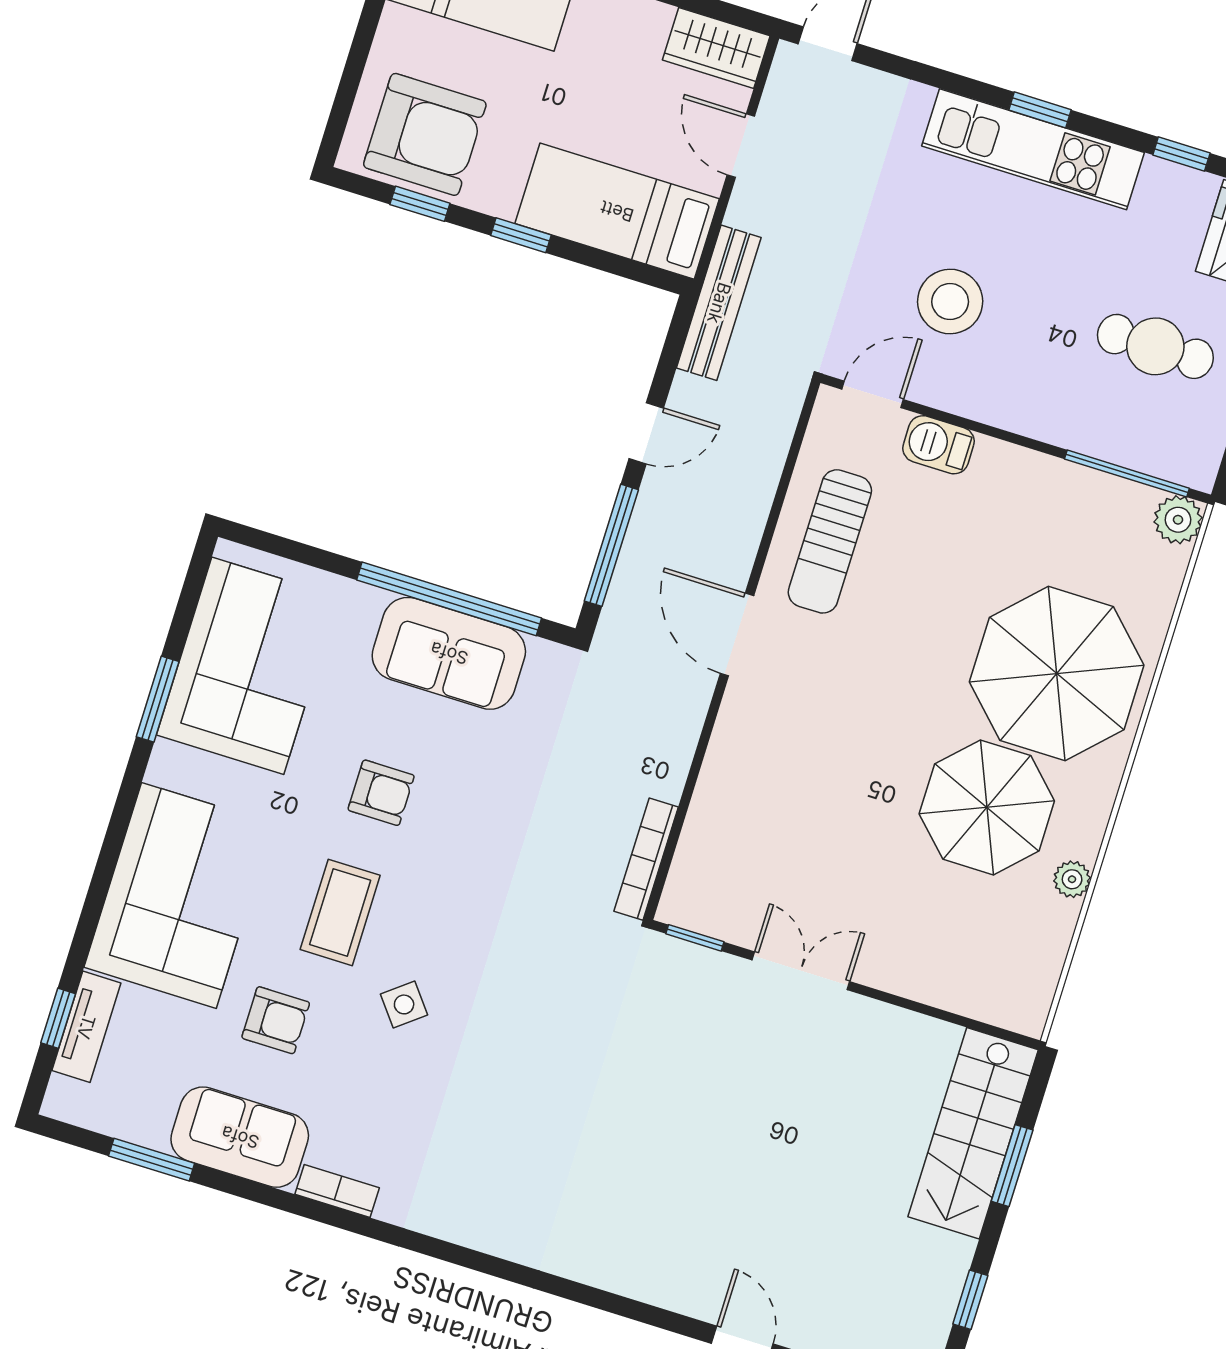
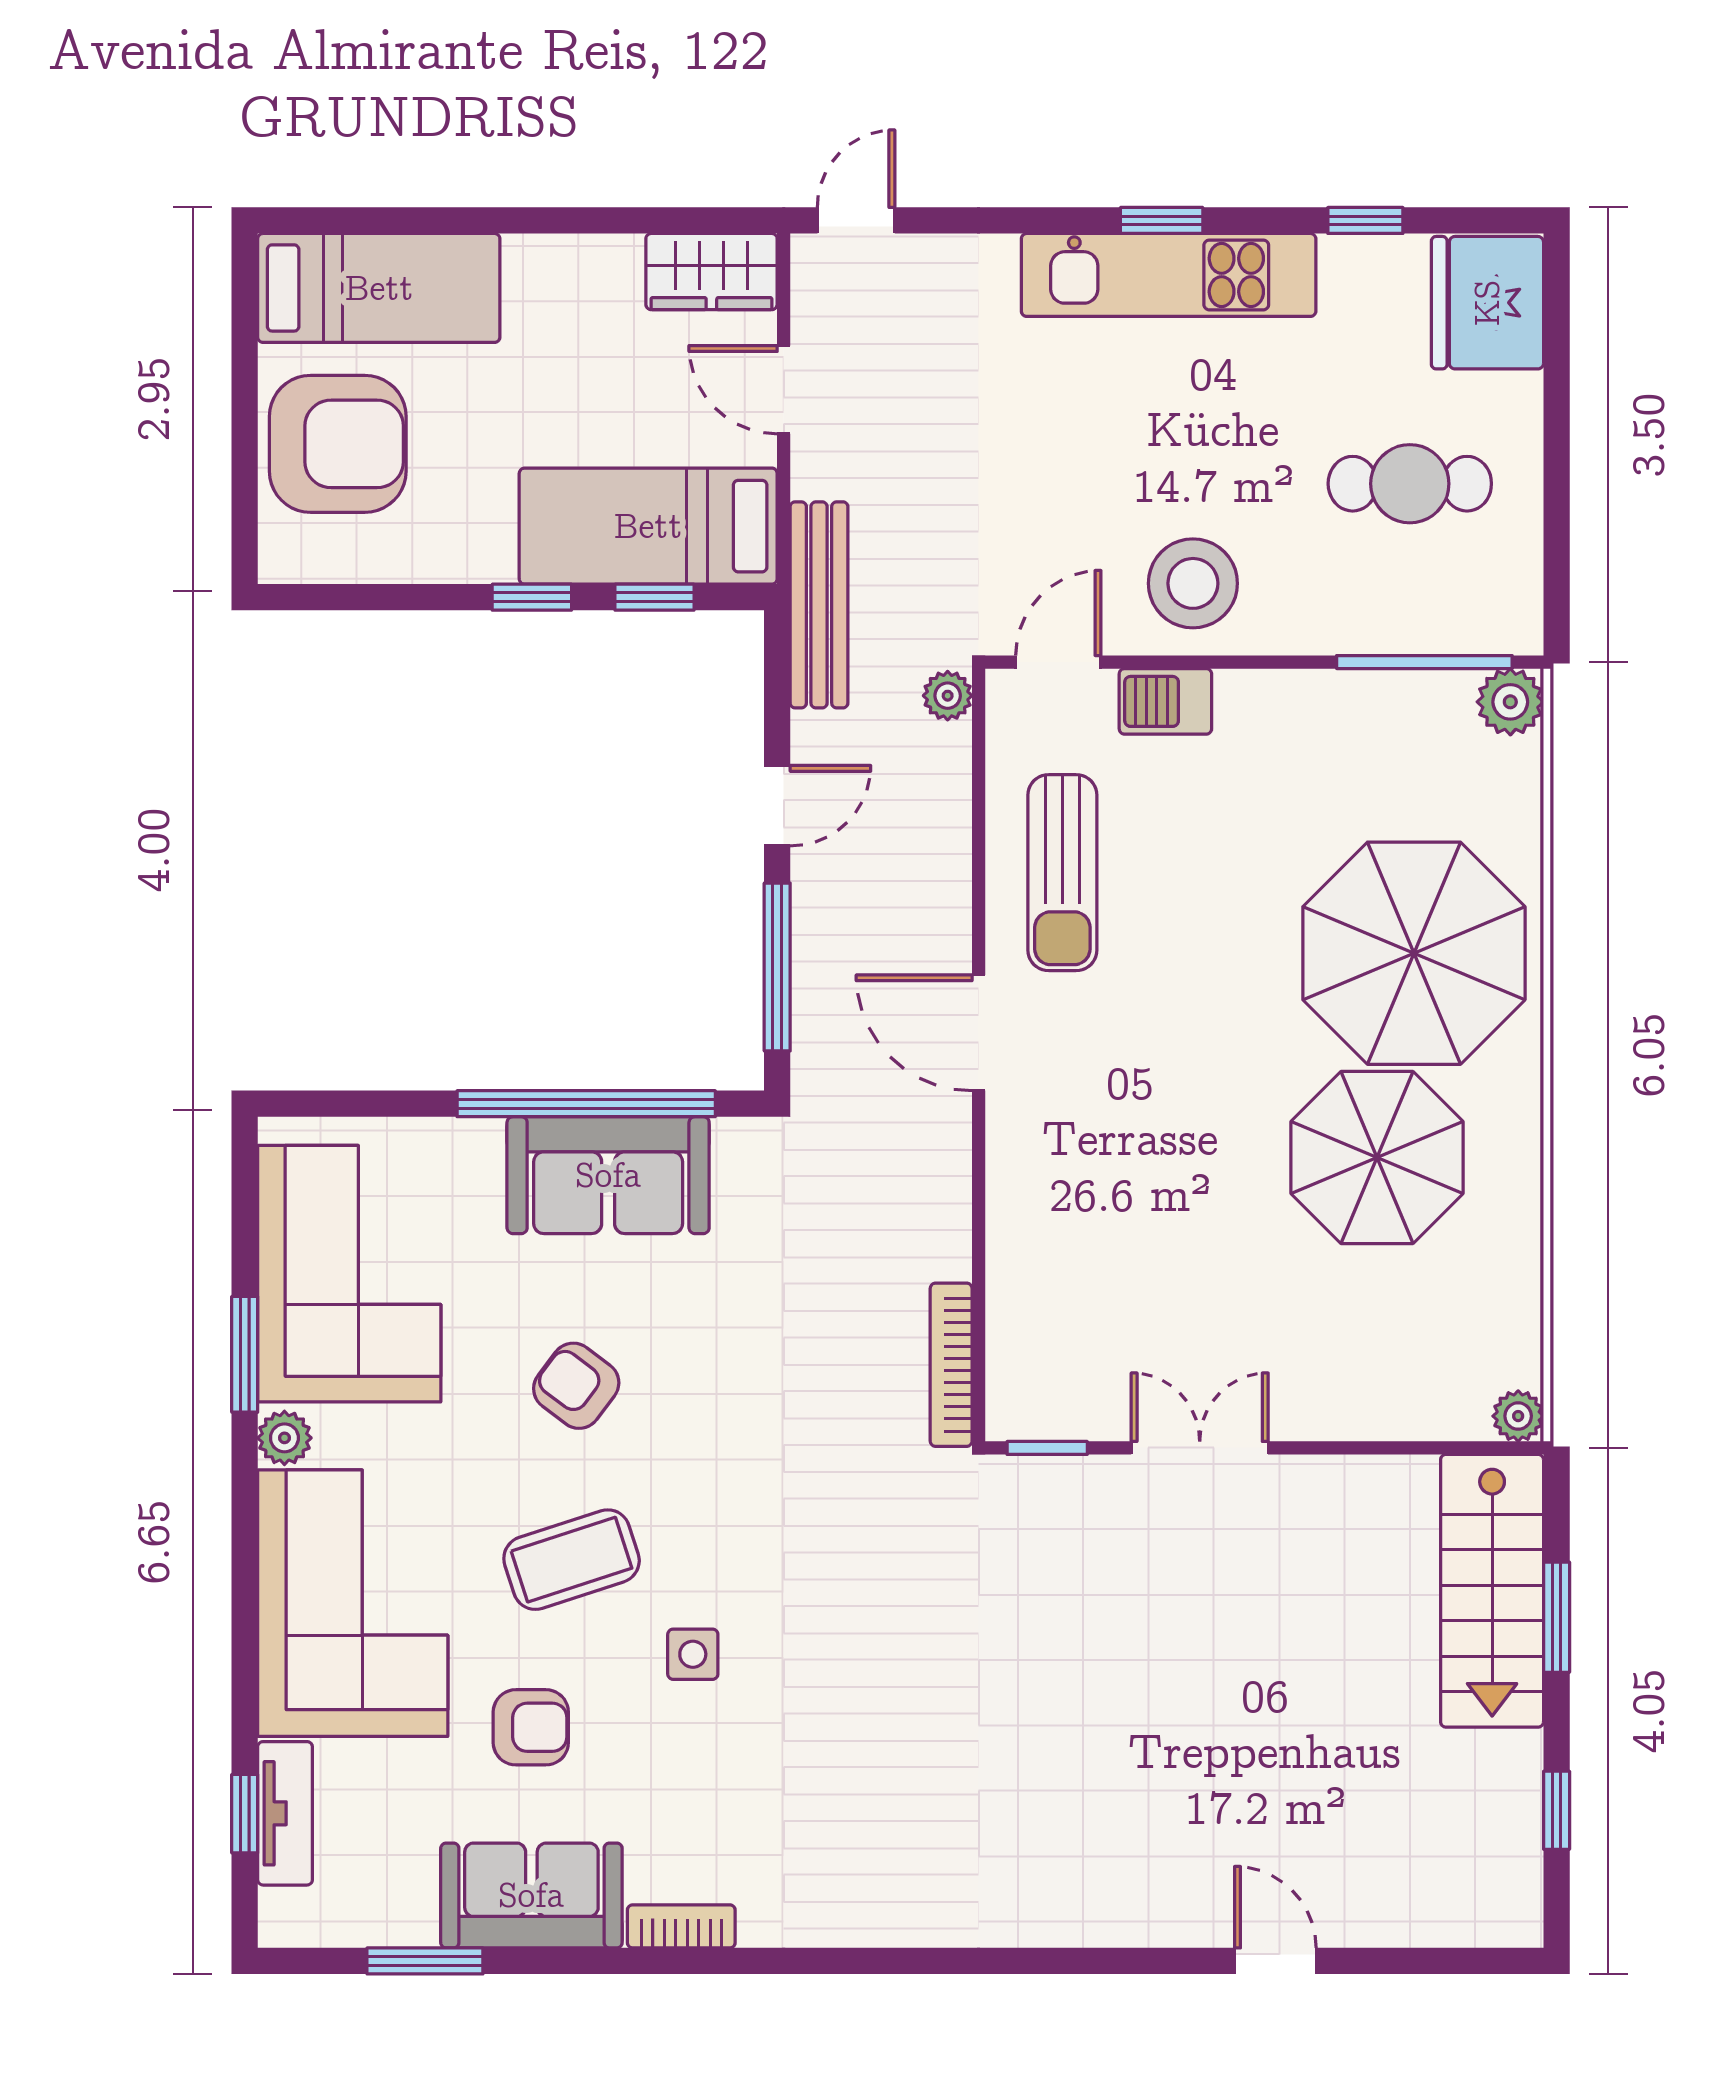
armchair: (425, 134) -> (338, 444), moved
window: (420, 204) -> (654, 597), moved
stool: (950, 302) -> (1193, 583), moved
plant: (788, 394) -> (948, 696), added
plant: (167, 766) -> (284, 1438), added
armchair: (381, 793) -> (576, 1386), turned -143
plant: (1072, 879) -> (1518, 1416), moved
coffee table: (340, 912) -> (572, 1560), turned 72
side table: (404, 1004) -> (693, 1654), turned 38

